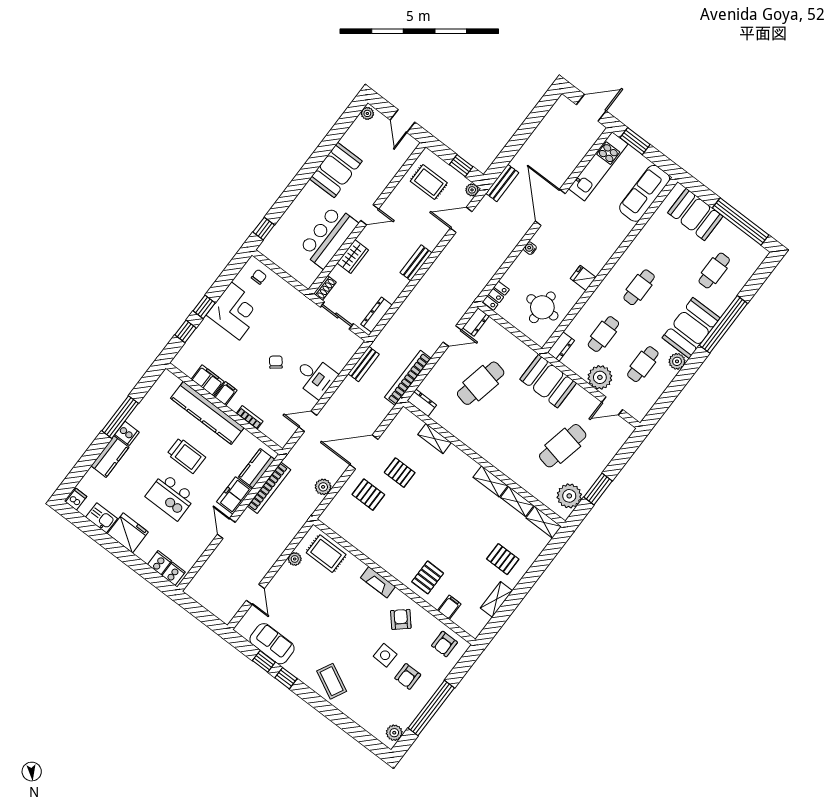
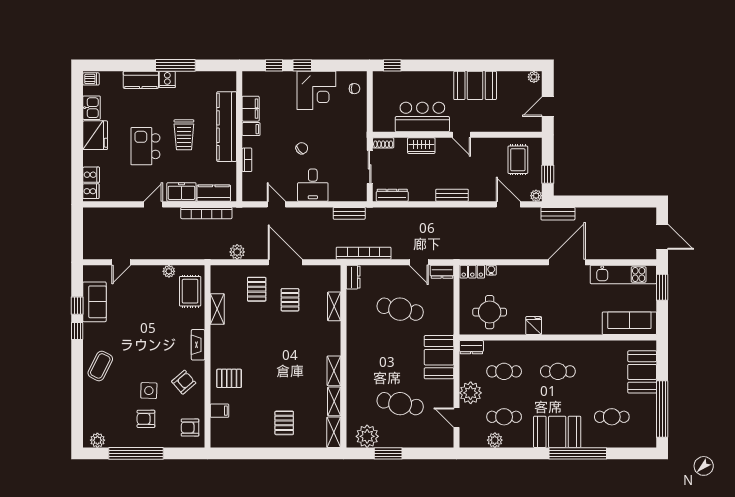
water cooler: (530, 248) -> (491, 270), moved
plant: (677, 361) -> (495, 440), moved
shelving: (496, 599) -> (217, 309), moved, turned 90

